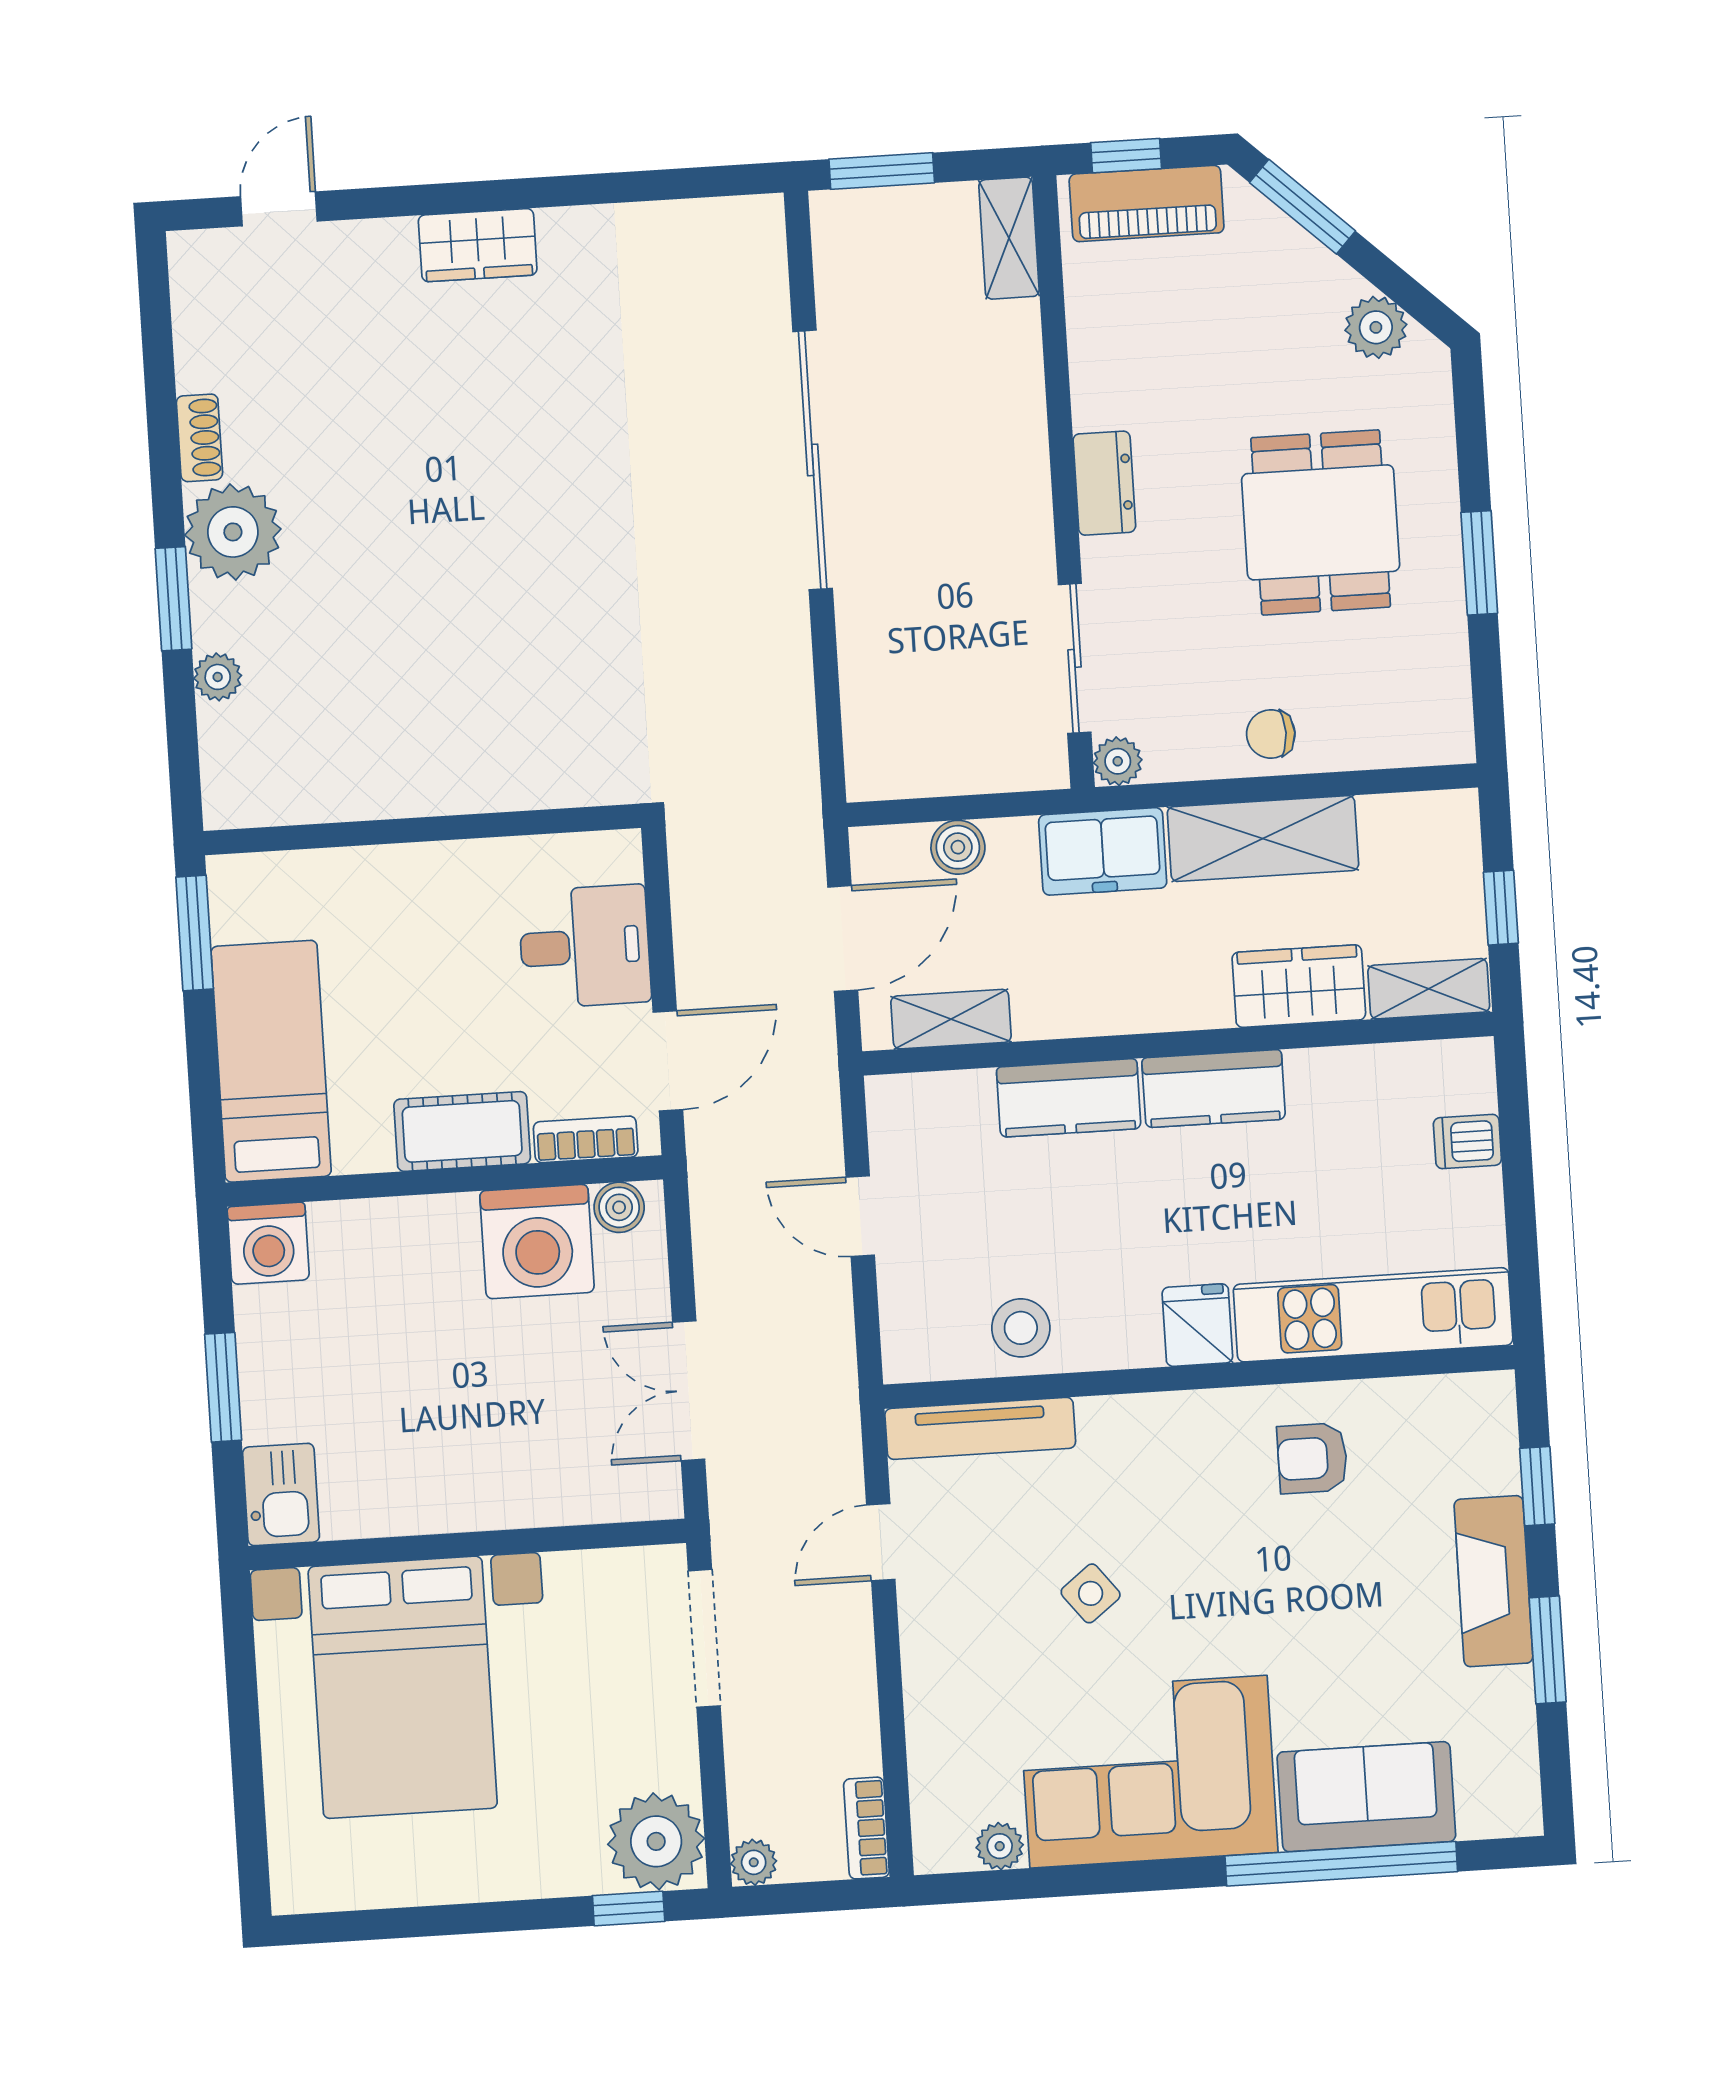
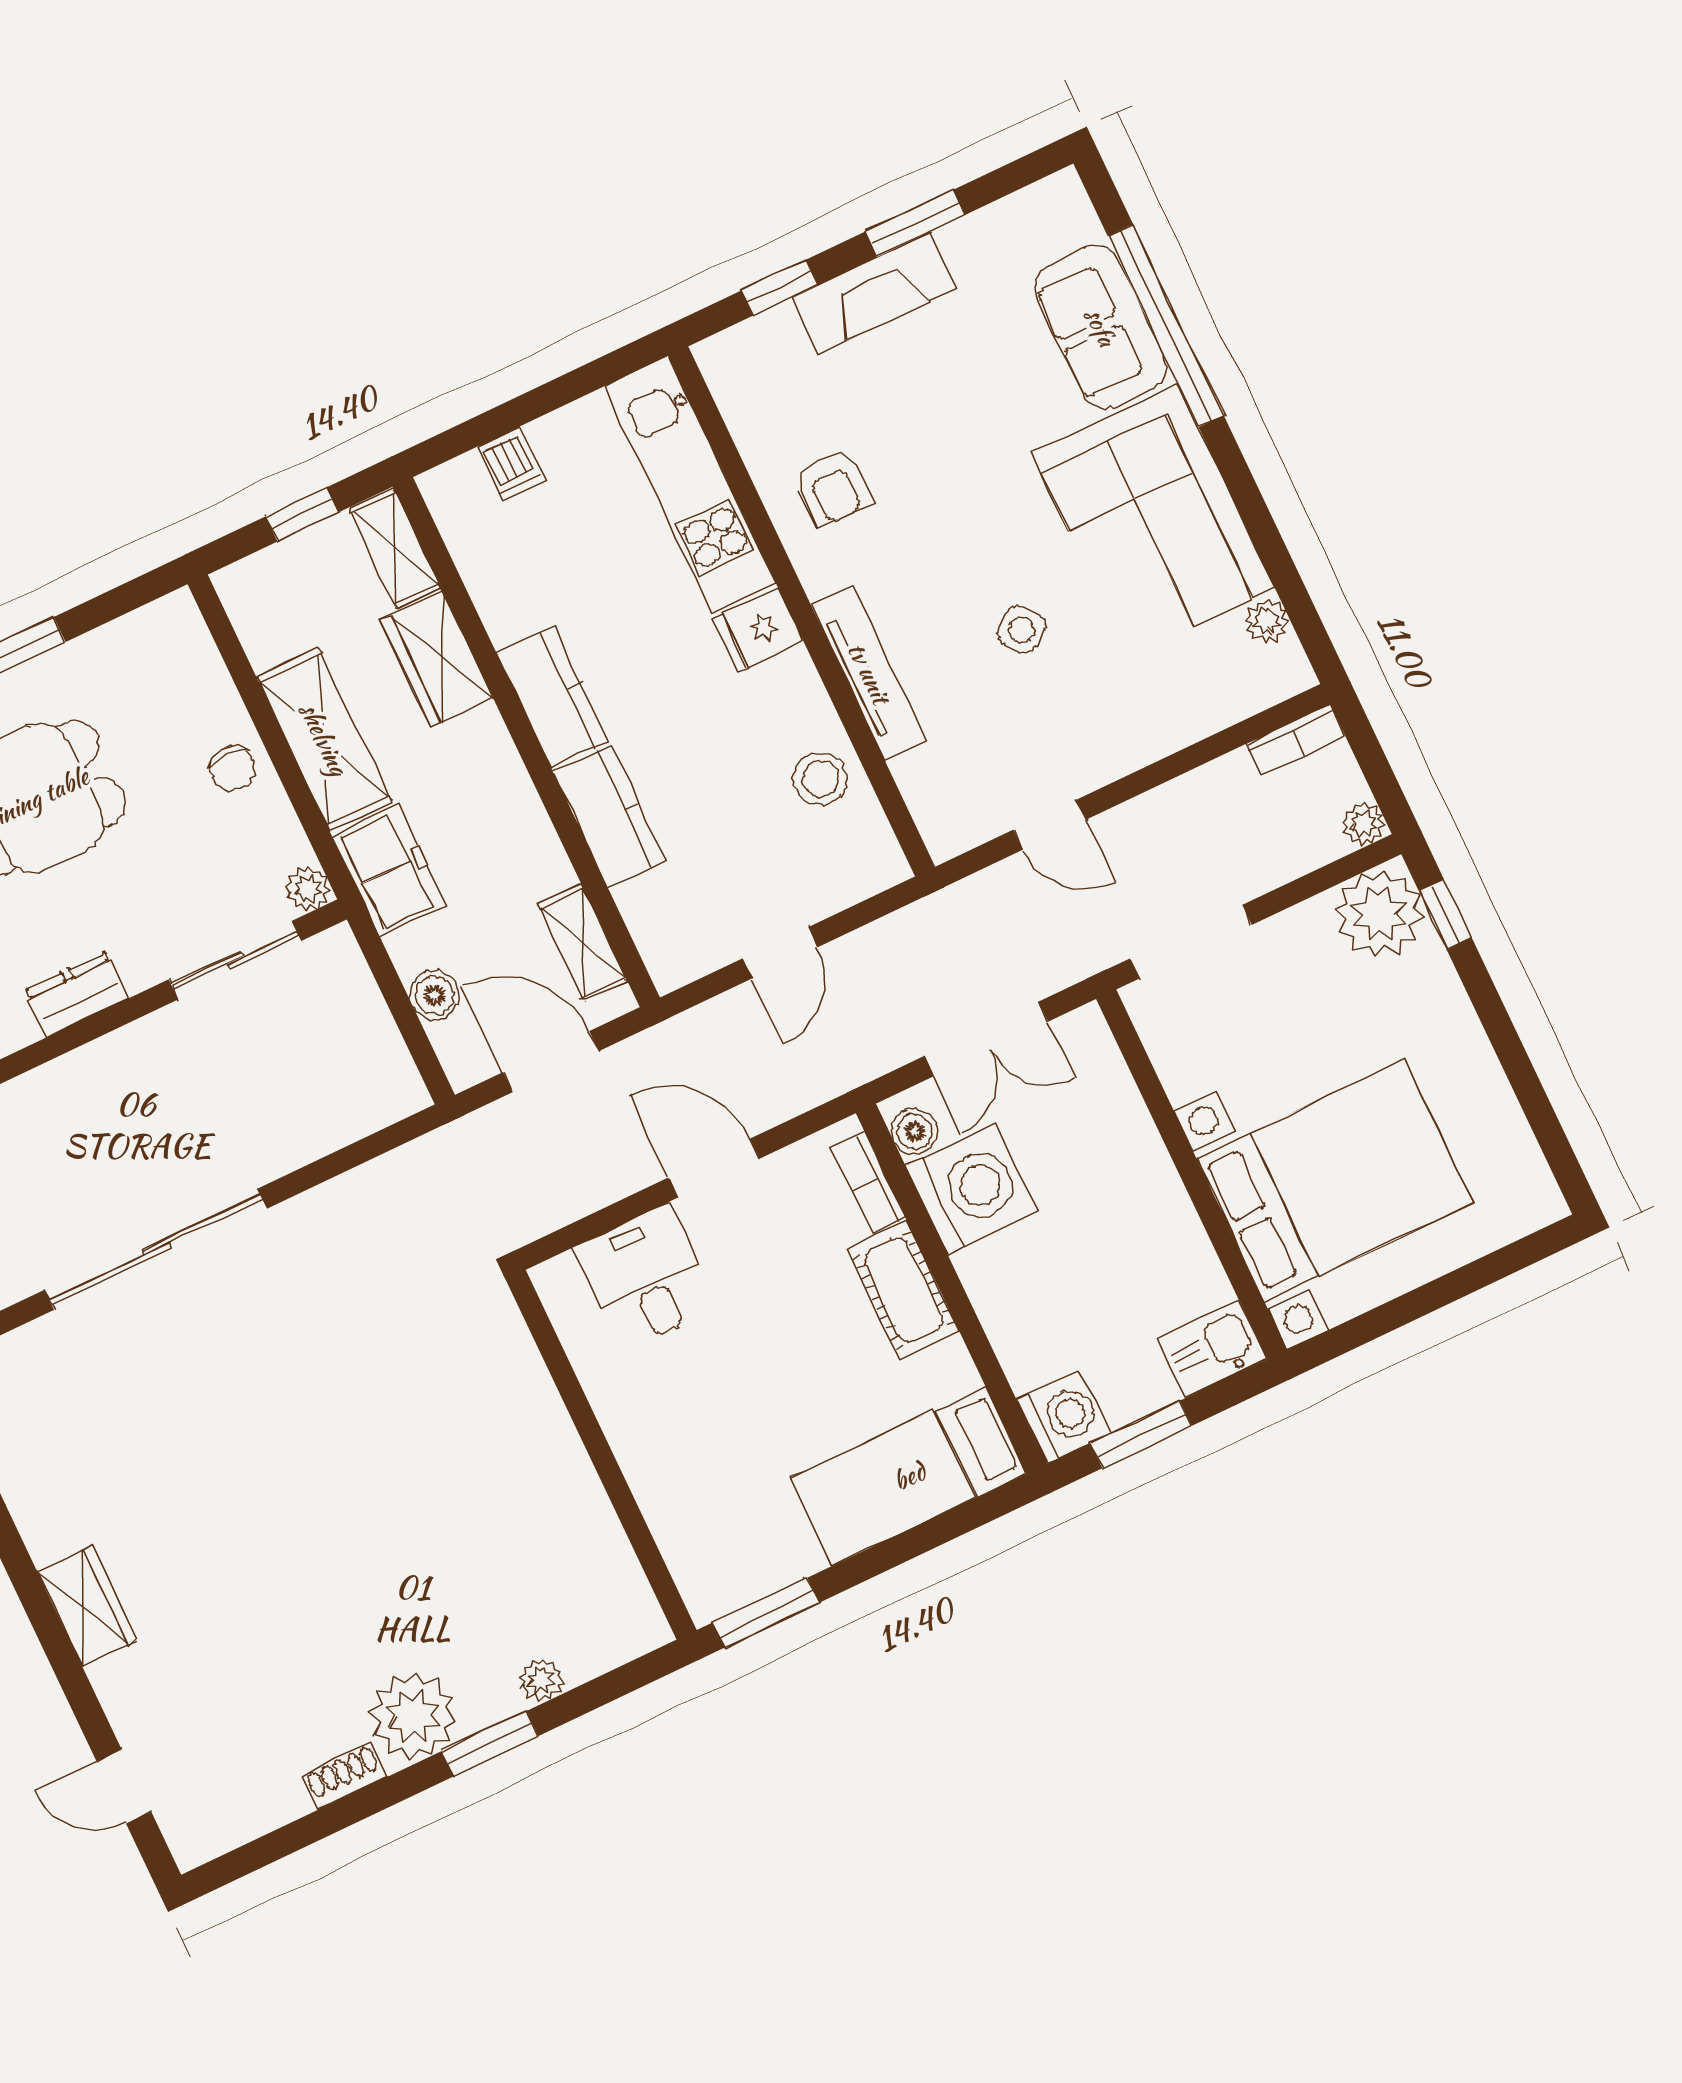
bed: (271, 1061) -> (909, 1476), moved
cot: (462, 1131) -> (903, 1290), moved
bookcase: (586, 1139) -> (868, 1183), moved
wall: (444, 1181) -> (951, 1288), moved
boiler: (619, 1207) -> (914, 1131), moved
washing machine: (537, 1242) -> (971, 1189), moved
washing machine: (268, 1243) -> (1064, 1417), moved
tv unit: (980, 1428) -> (869, 673), moved

